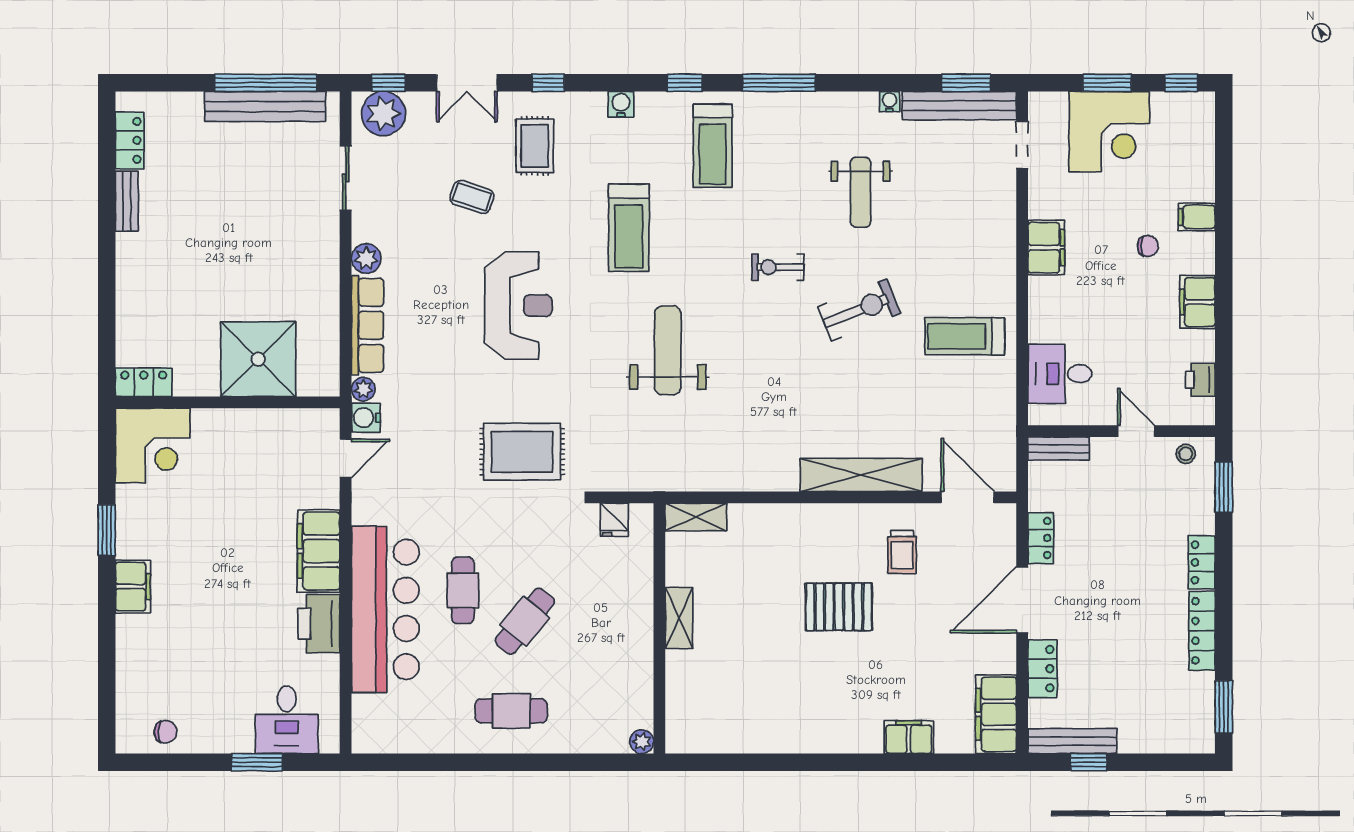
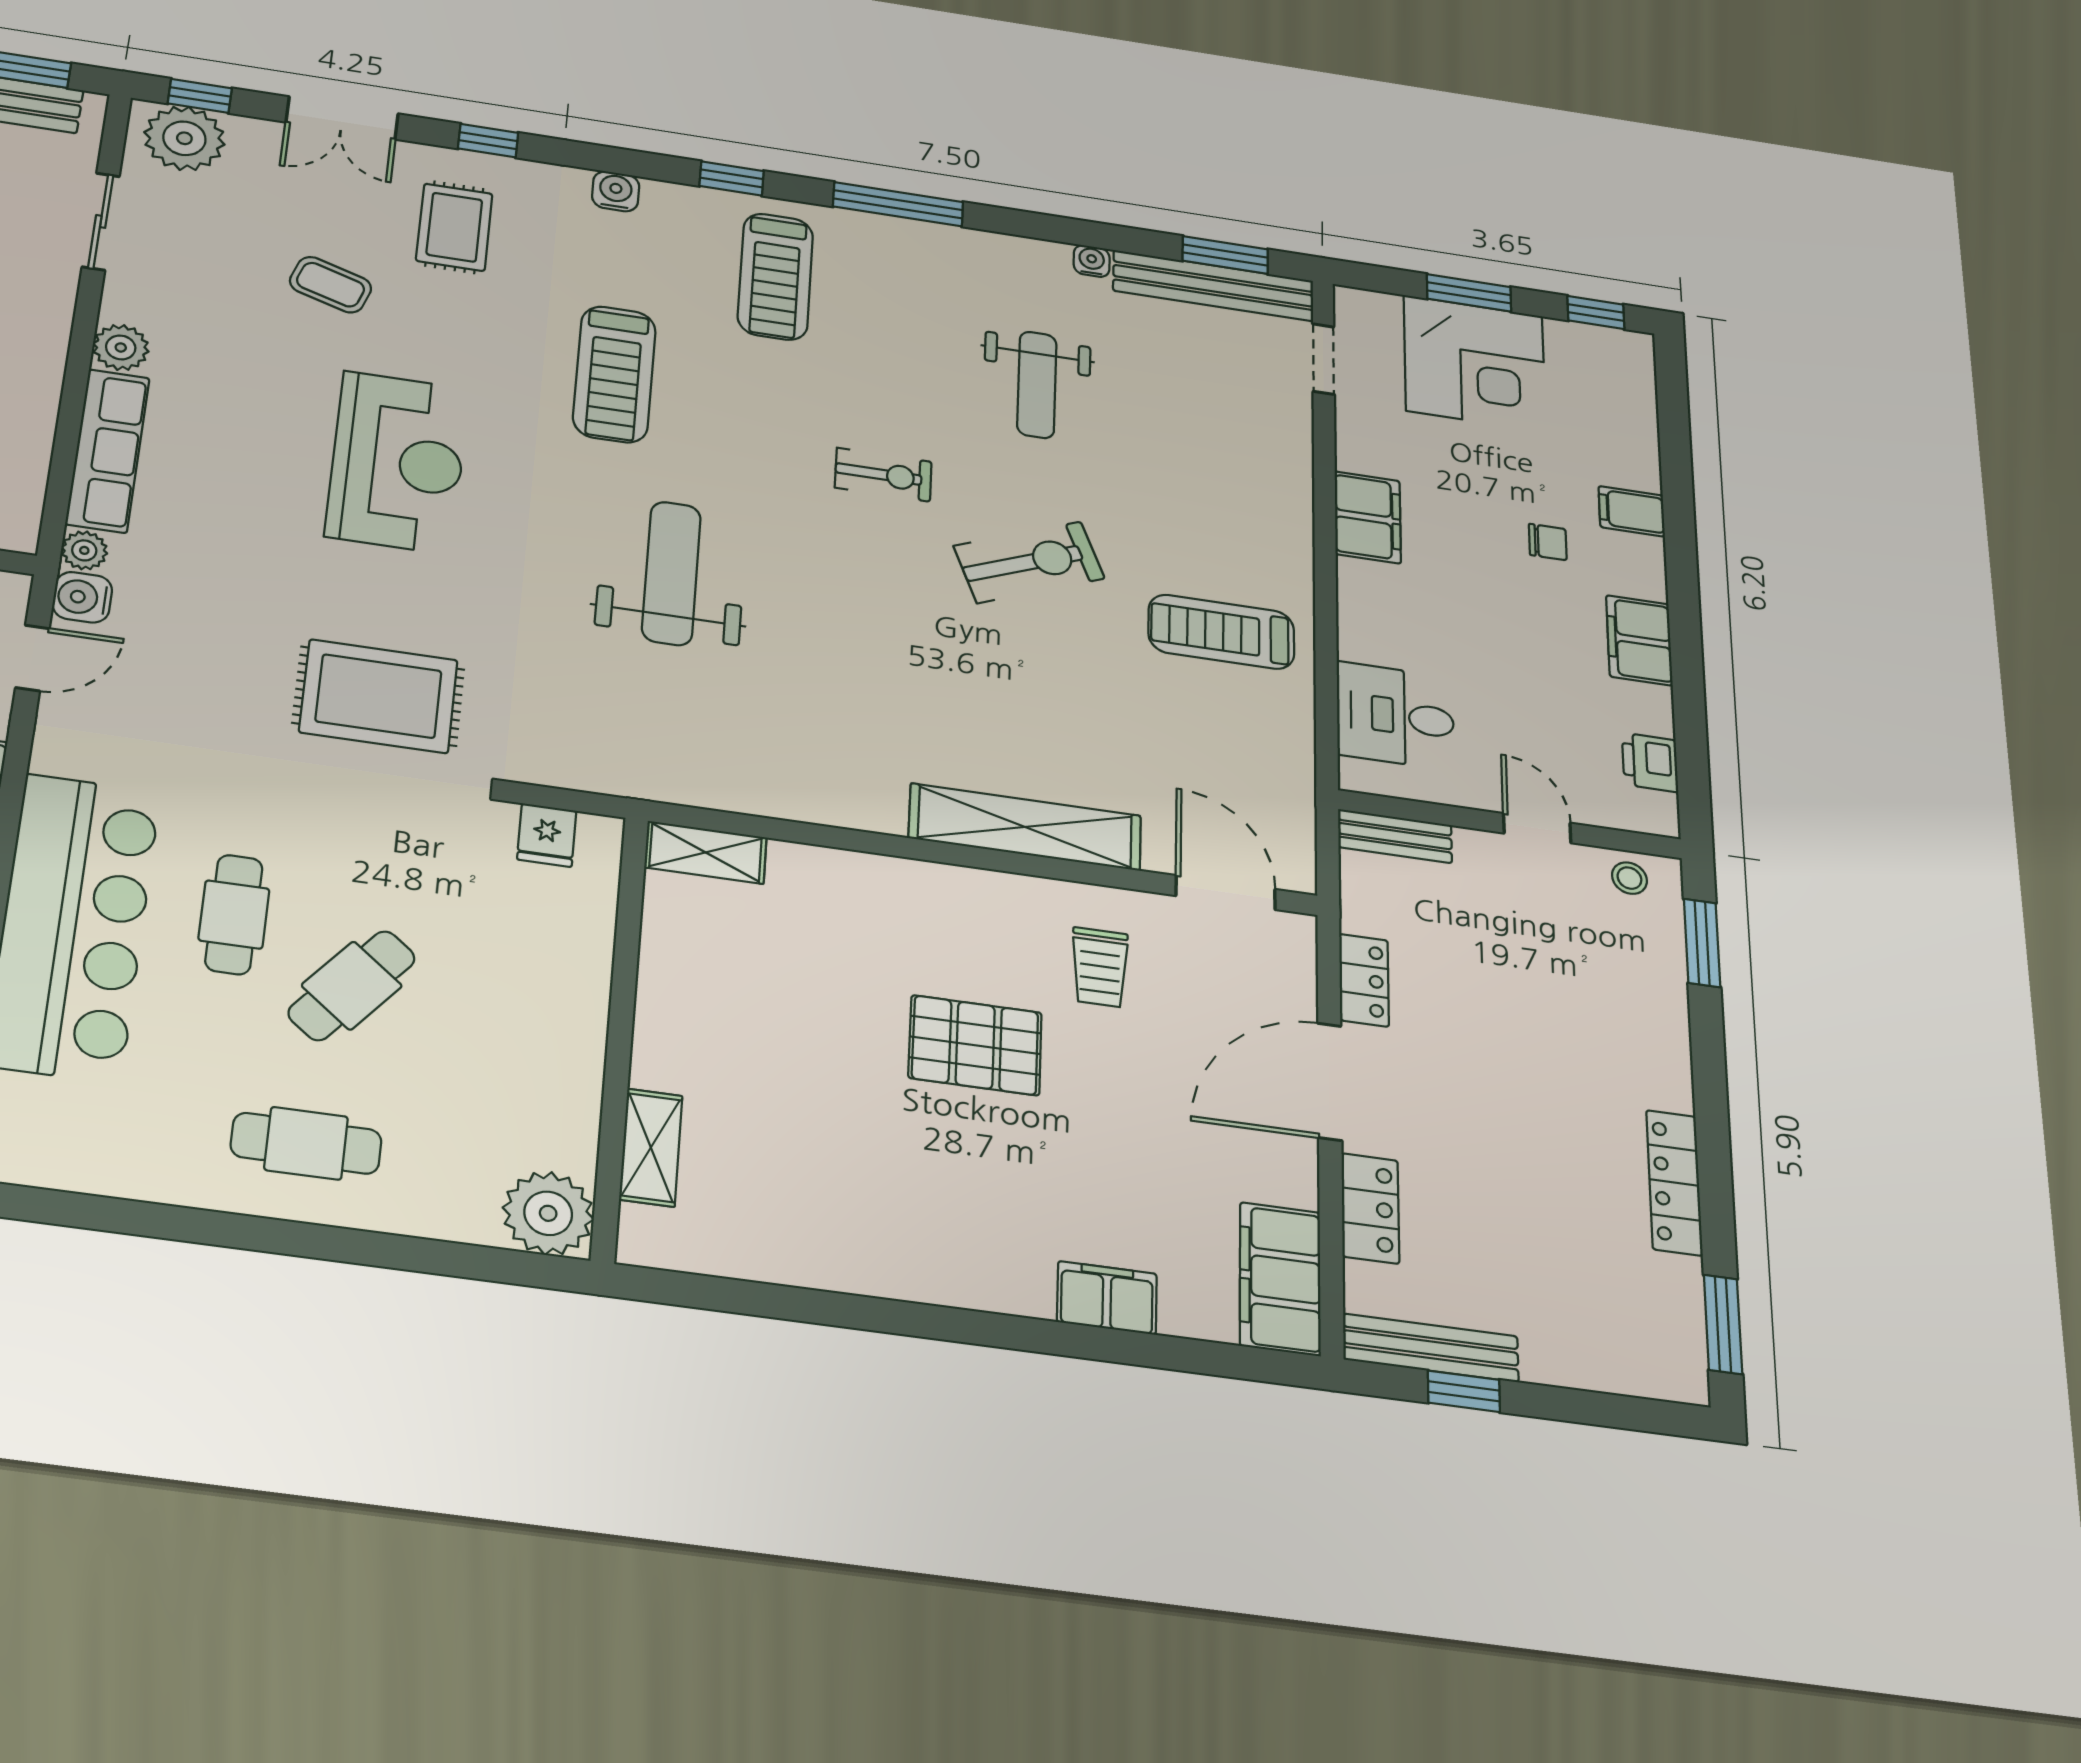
exercise bike: (778, 267) -> (883, 475), turned 180
locker: (1202, 562) -> (1668, 1064), removed
shelving: (679, 618) -> (651, 1148), moved
plant: (642, 742) -> (548, 1213), width x1.87, depth x1.87

